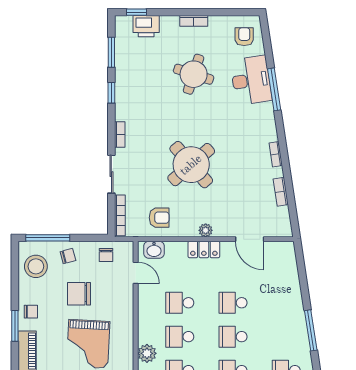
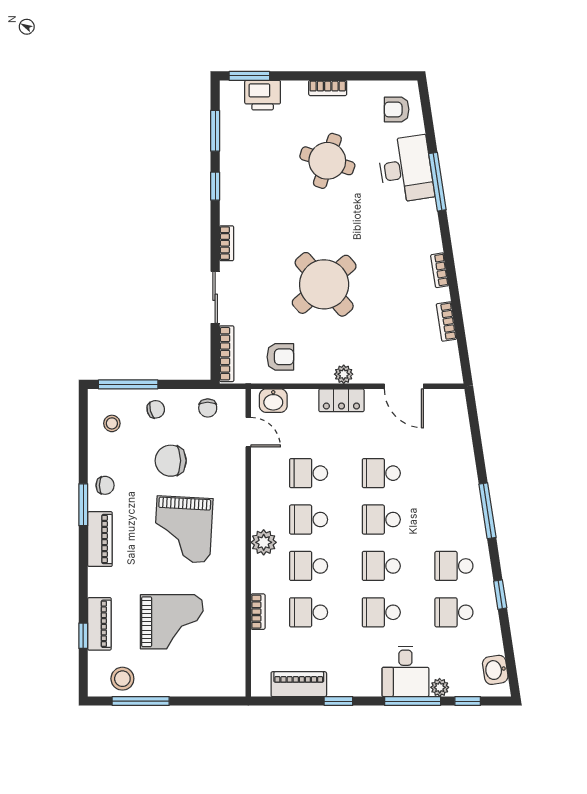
window: (137, 12) -> (249, 76), width x1.50
armchair: (244, 37) -> (397, 109), turned -90
stool: (36, 266) -> (112, 423), width x0.53, depth x0.53

